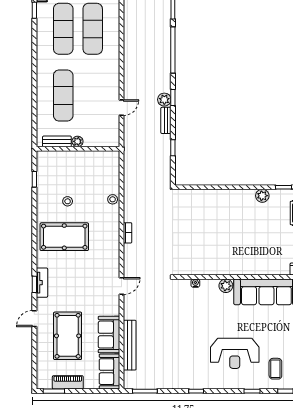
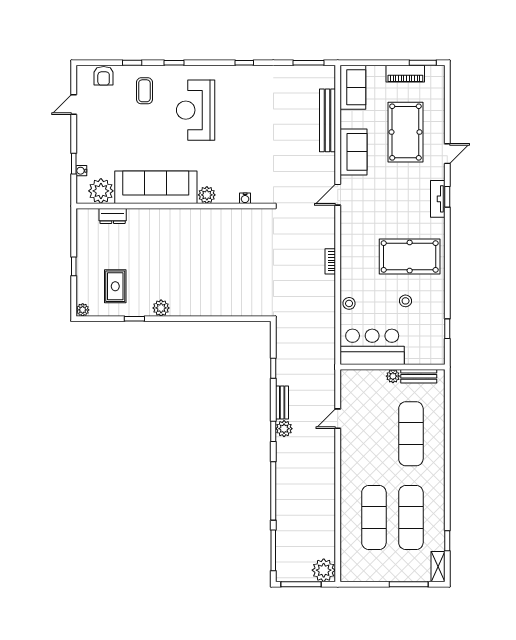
bar counter: (94, 165) -> (372, 347), added
sofa: (109, 335) -> (353, 152), moved
reception desk: (235, 353) -> (196, 110), turned -90

